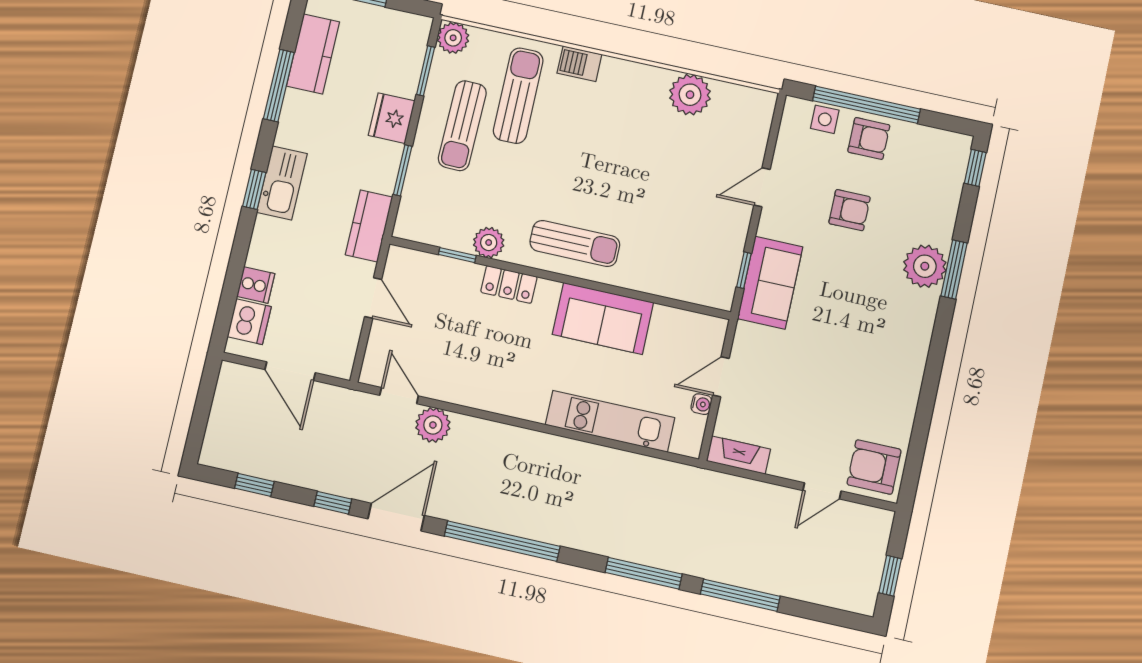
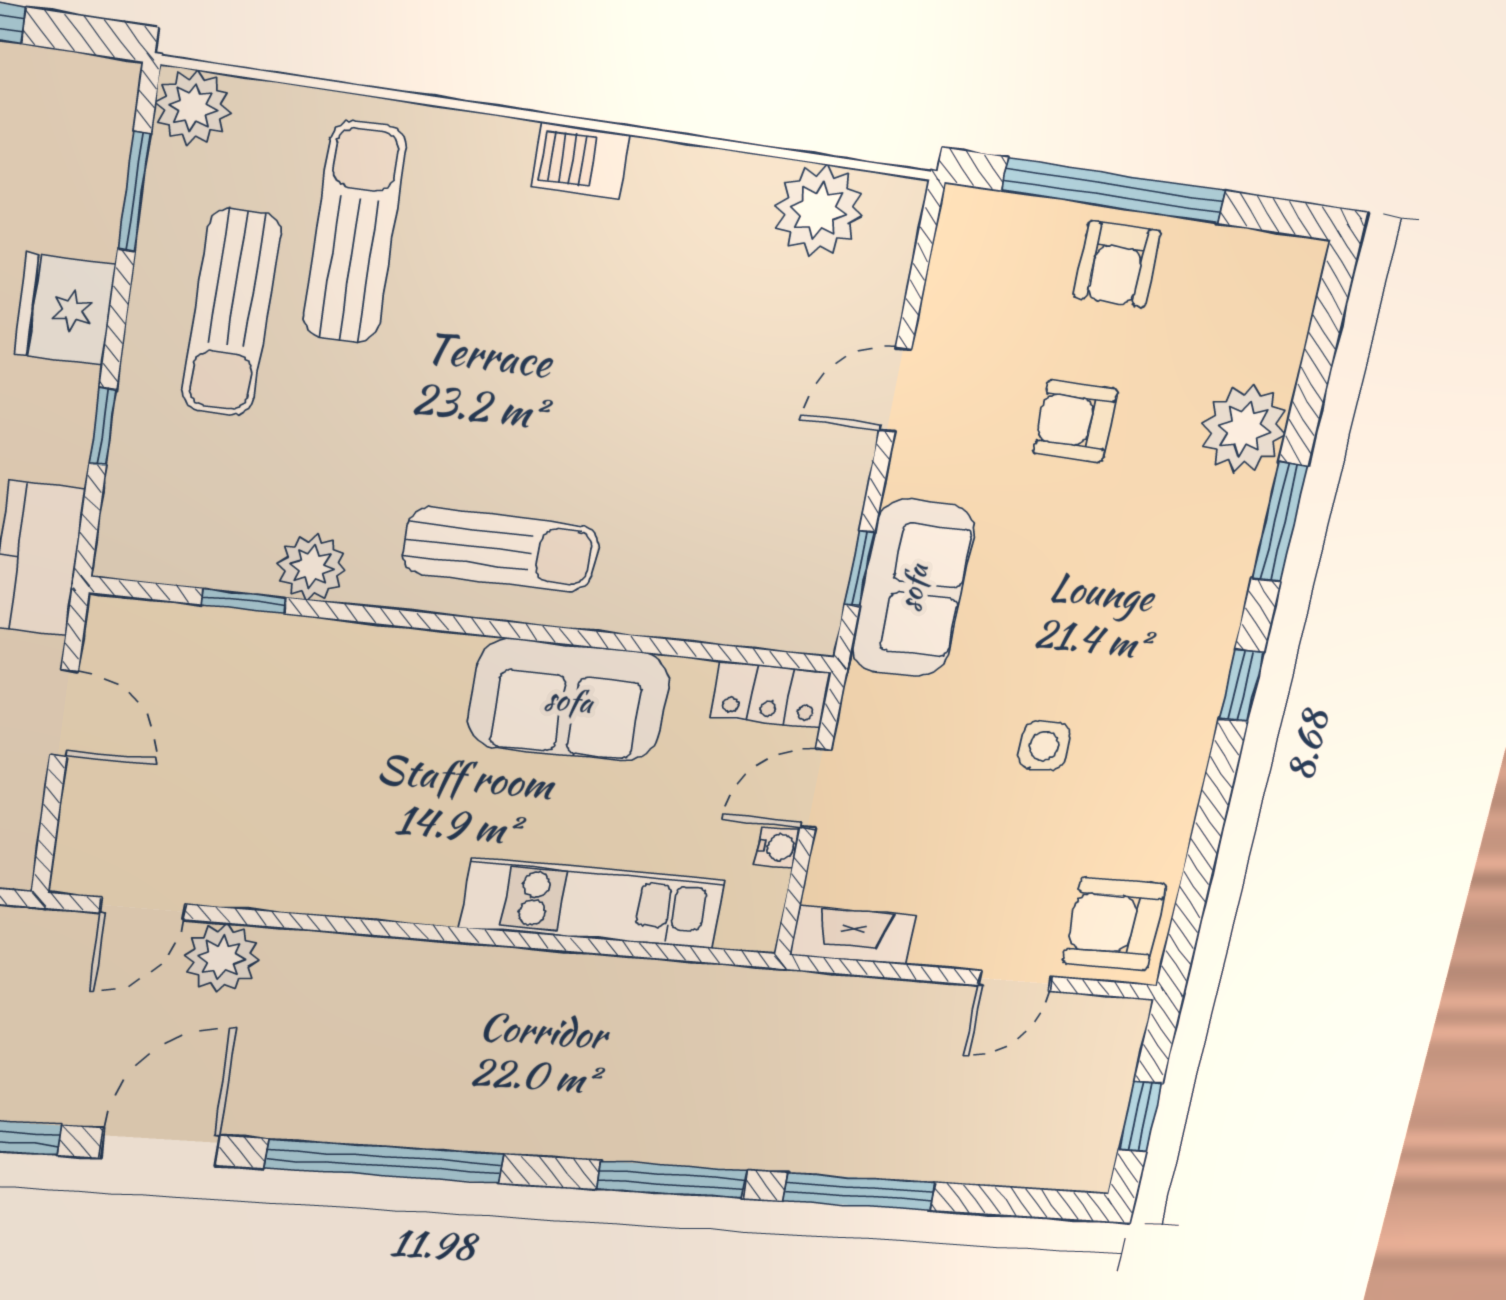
barbecue: (579, 64) -> (581, 160), moved
plant: (690, 95) -> (819, 211), moved
side table: (825, 119) -> (1044, 746), moved
armchair: (869, 138) -> (1117, 264), turned 90
window: (975, 168) -> (1241, 686), moved
window: (403, 170) -> (103, 427), width x0.67
armchair: (850, 210) -> (1075, 421), turned 180
plant: (925, 266) -> (1244, 428), moved
locker: (509, 284) -> (771, 694), moved
door: (399, 396) -> (143, 908), swing flipped

